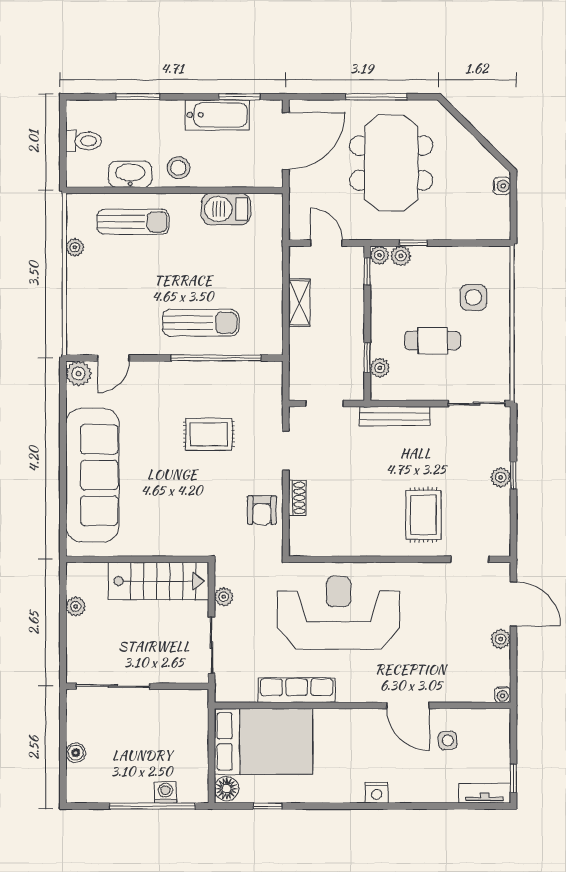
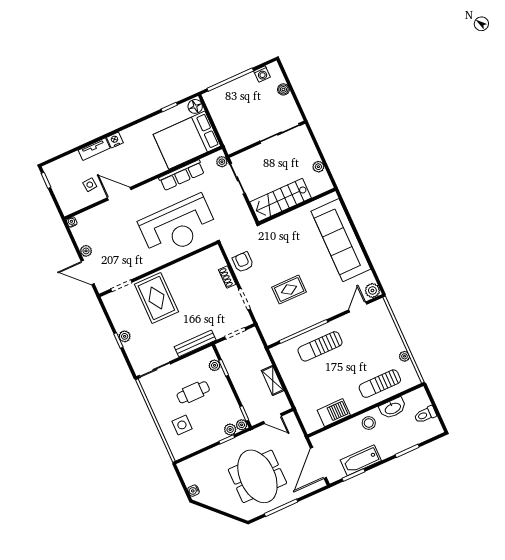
rug: (423, 515) -> (156, 298), width x1.36, depth x1.43
plant: (224, 597) -> (222, 162), moved
washing machine: (165, 792) -> (262, 74), moved
tv unit: (485, 793) -> (94, 149), moved

